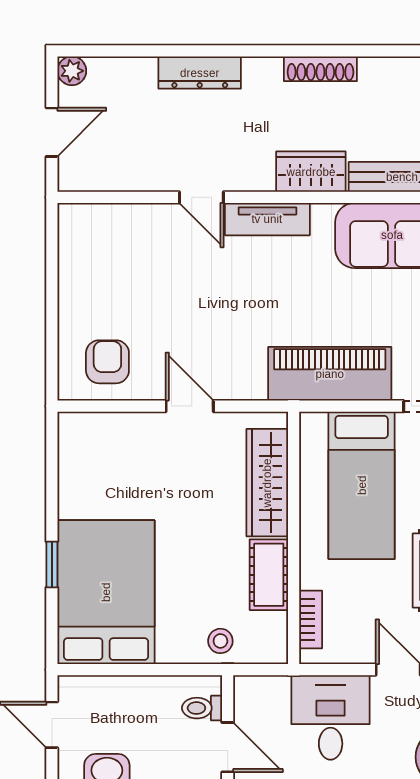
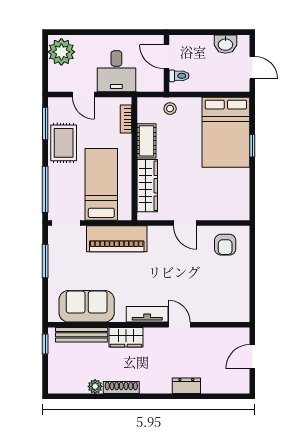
plant: (72, 71) -> (95, 386), moved
dresser: (200, 73) -> (186, 386), width x0.70

